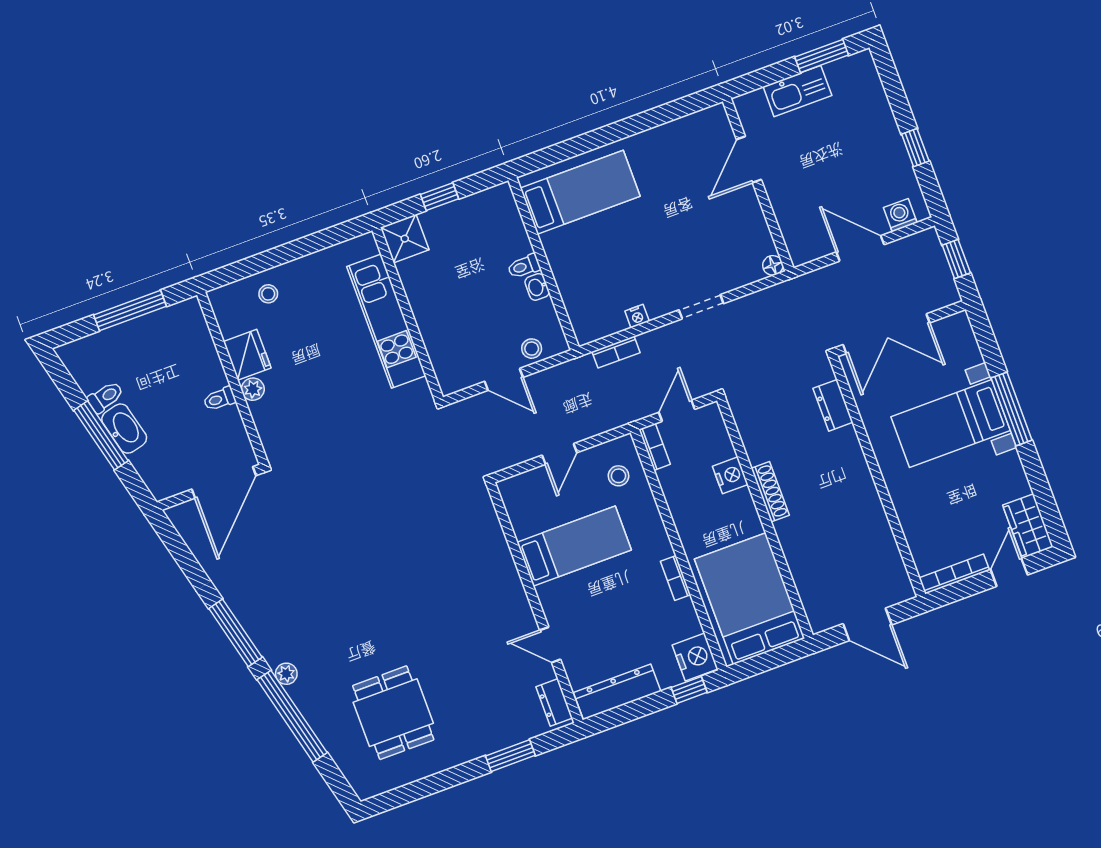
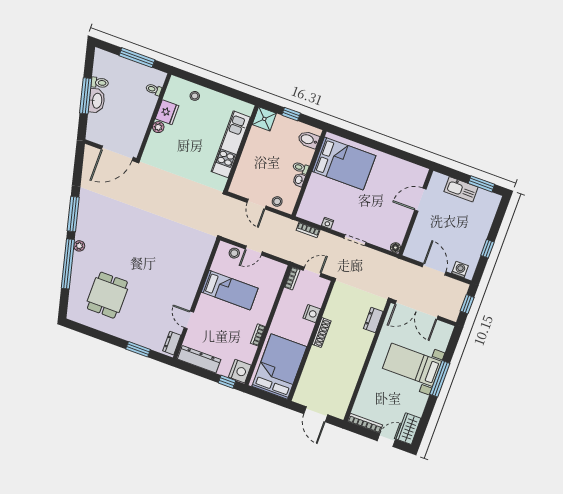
bed: (580, 192) -> (344, 164), width x1.50
bidet: (499, 213) -> (309, 140), added
toilet: (219, 399) -> (154, 89), moved
stool: (618, 476) -> (234, 253), moved

